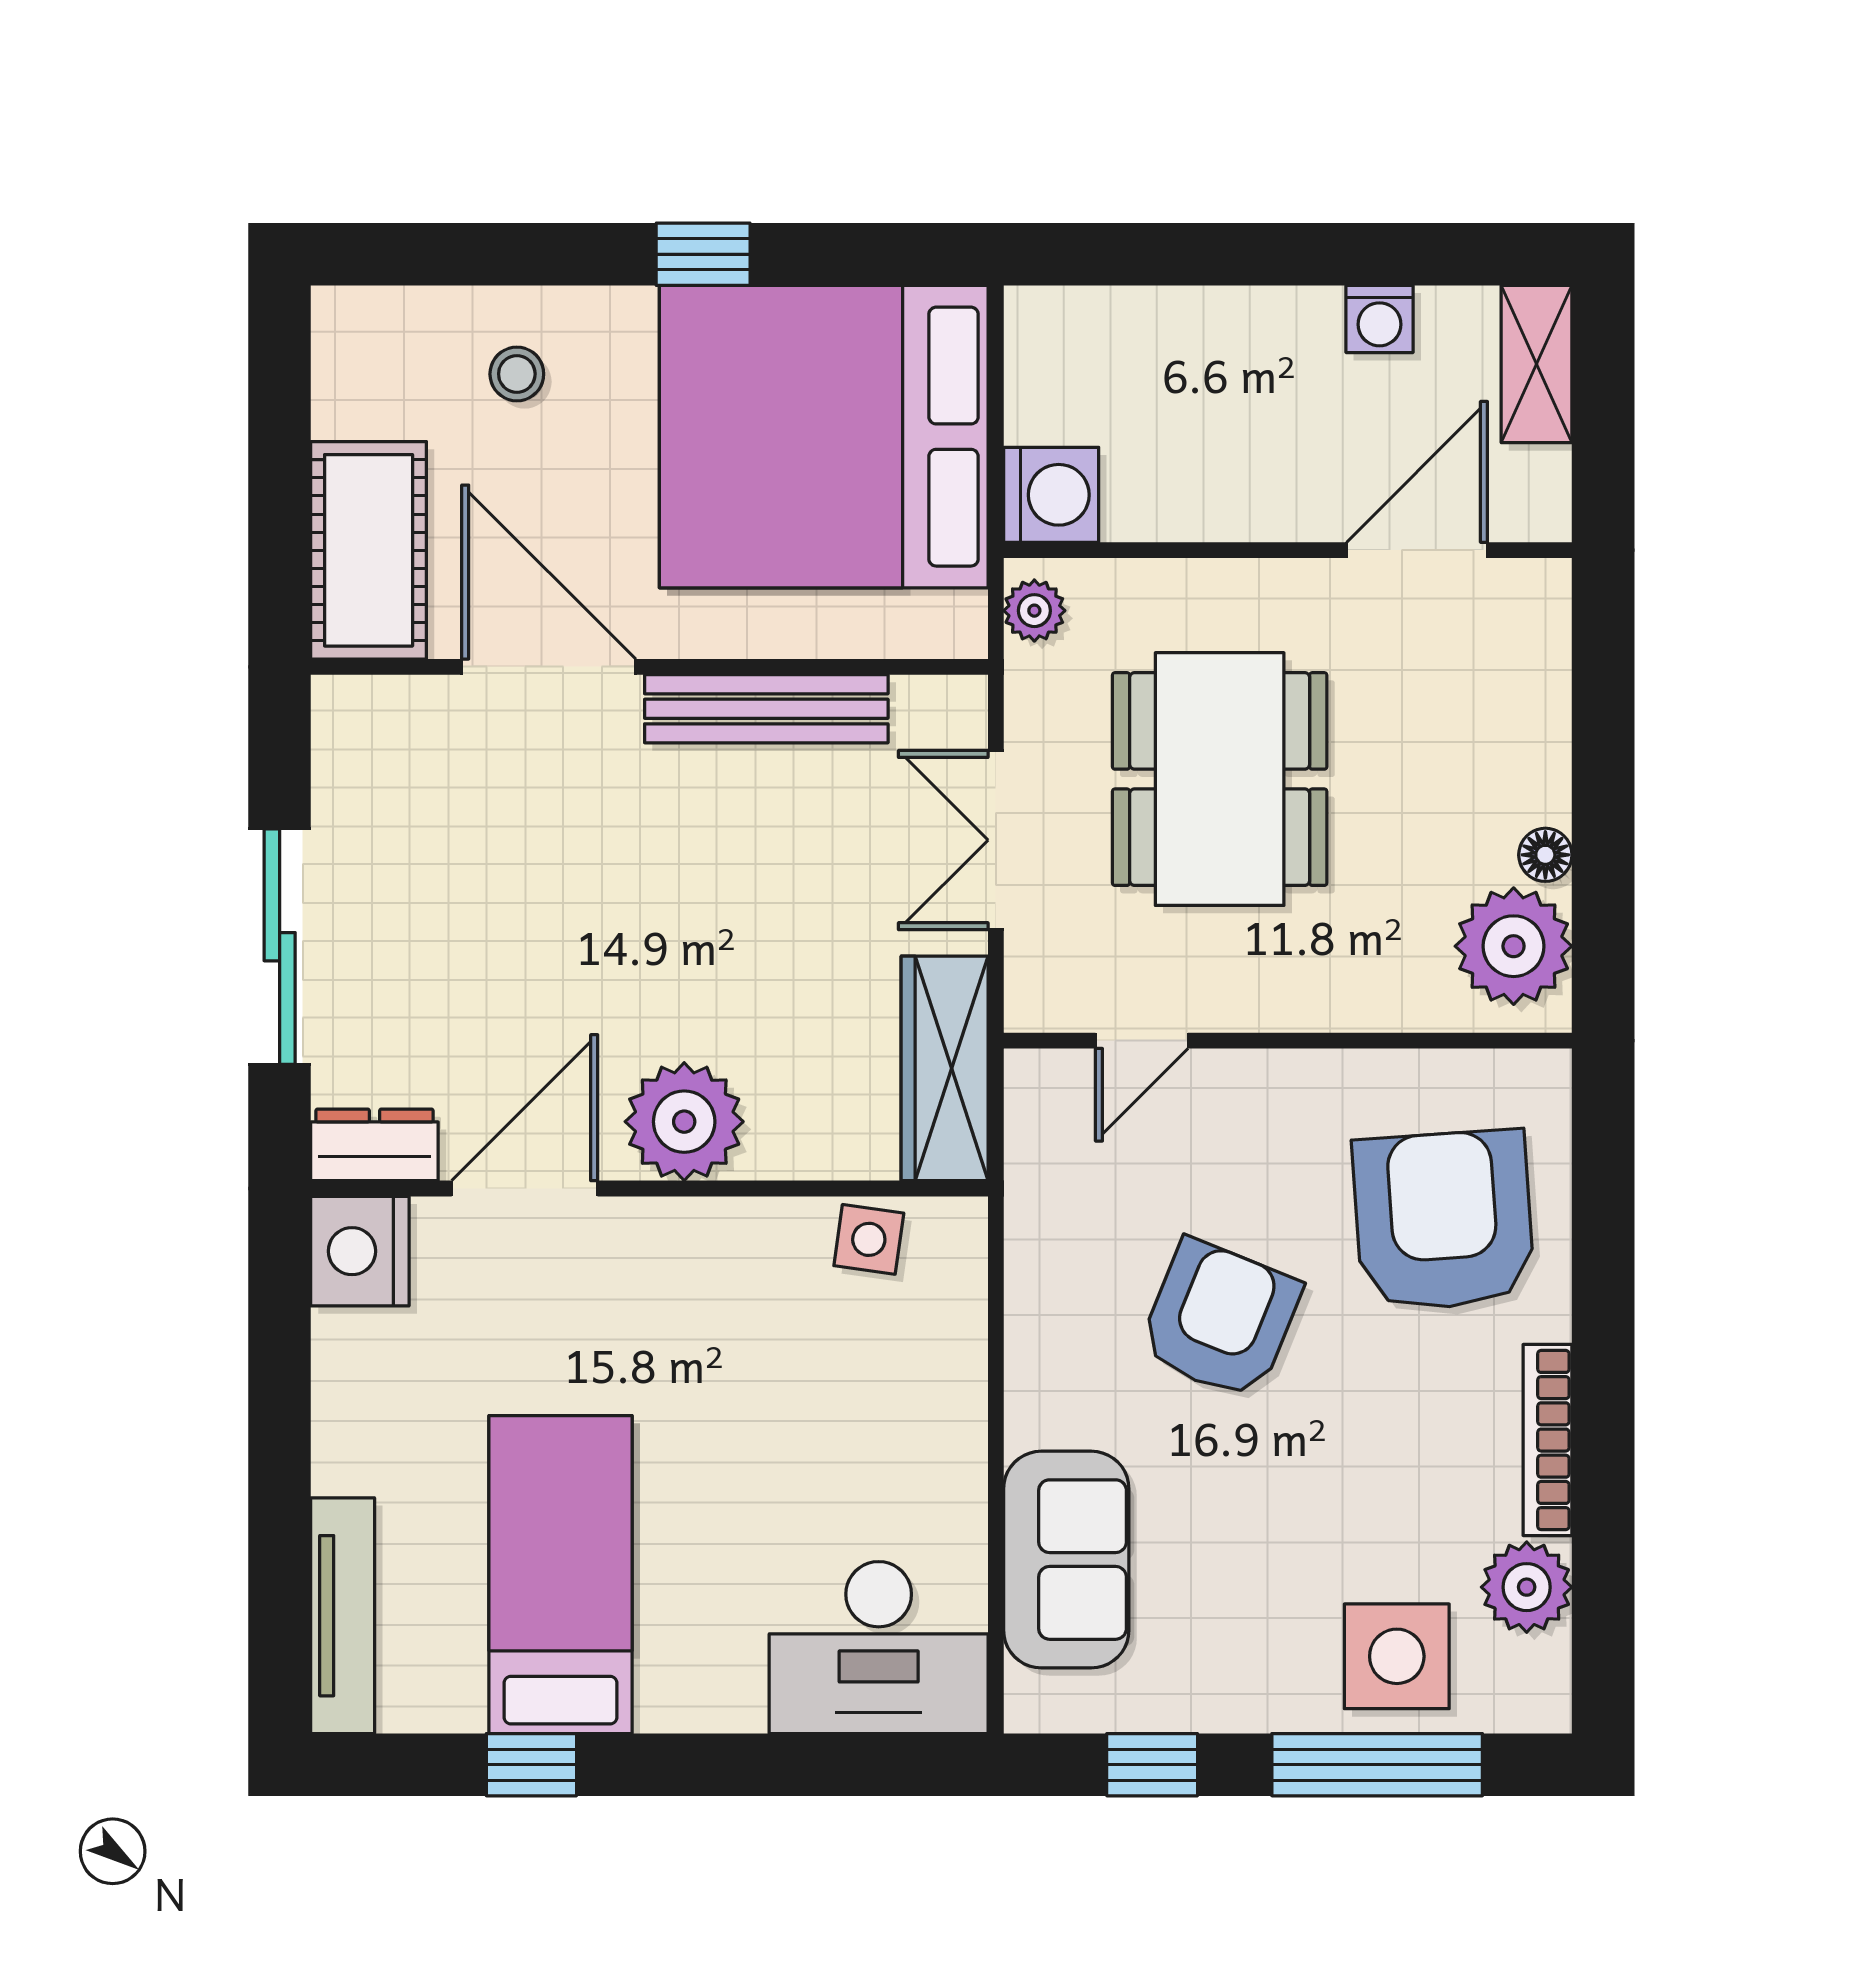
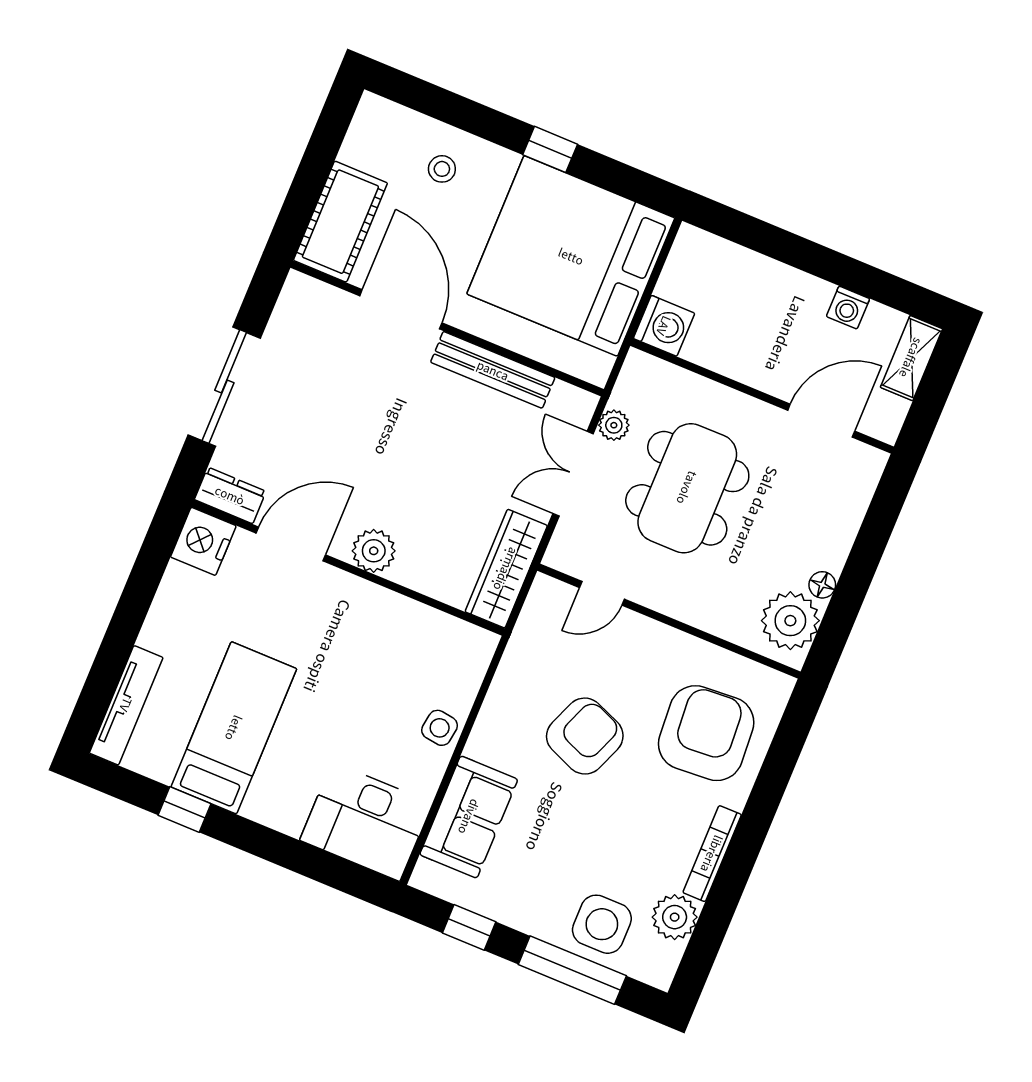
plant: (1034, 611) -> (614, 425), moved
plant: (684, 1122) -> (374, 551), width x0.73, depth x0.73
side table: (869, 1239) -> (440, 728), moved

